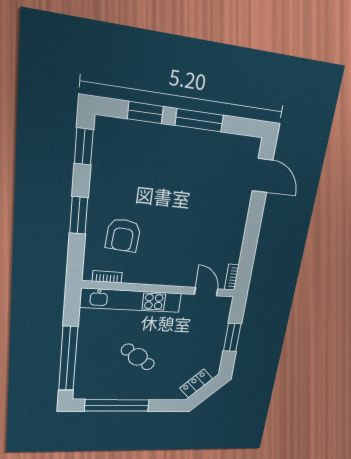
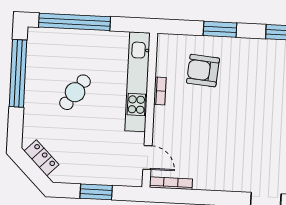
bookcase: (107, 277) -> (160, 91), moved
bookcase: (232, 277) -> (171, 183), width x1.56
door: (206, 292) -> (147, 158), hinge flipped

